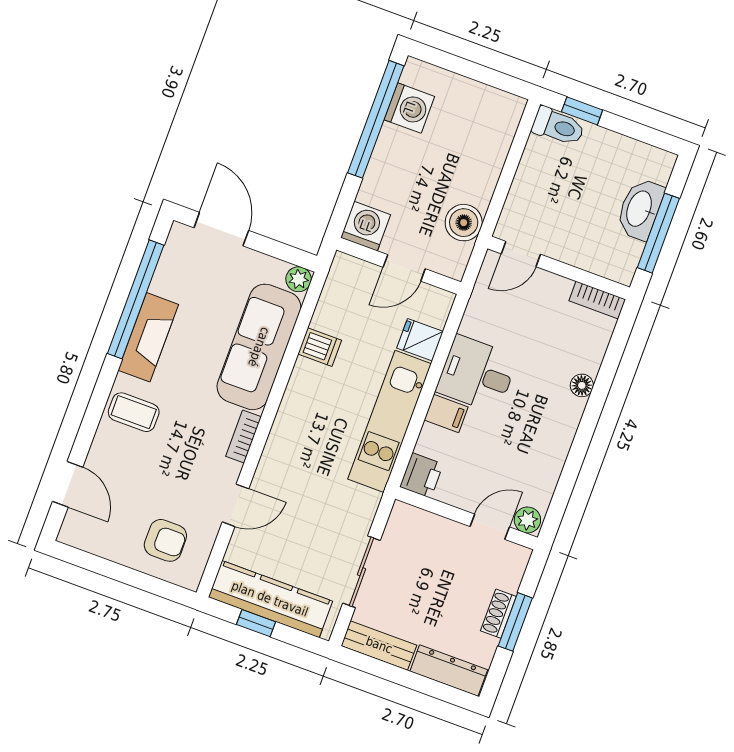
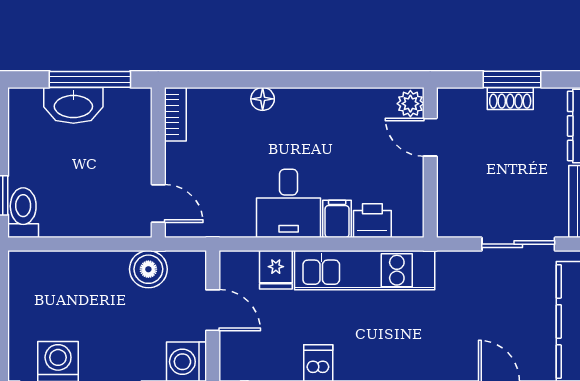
printer: (421, 475) -> (372, 221), moved

